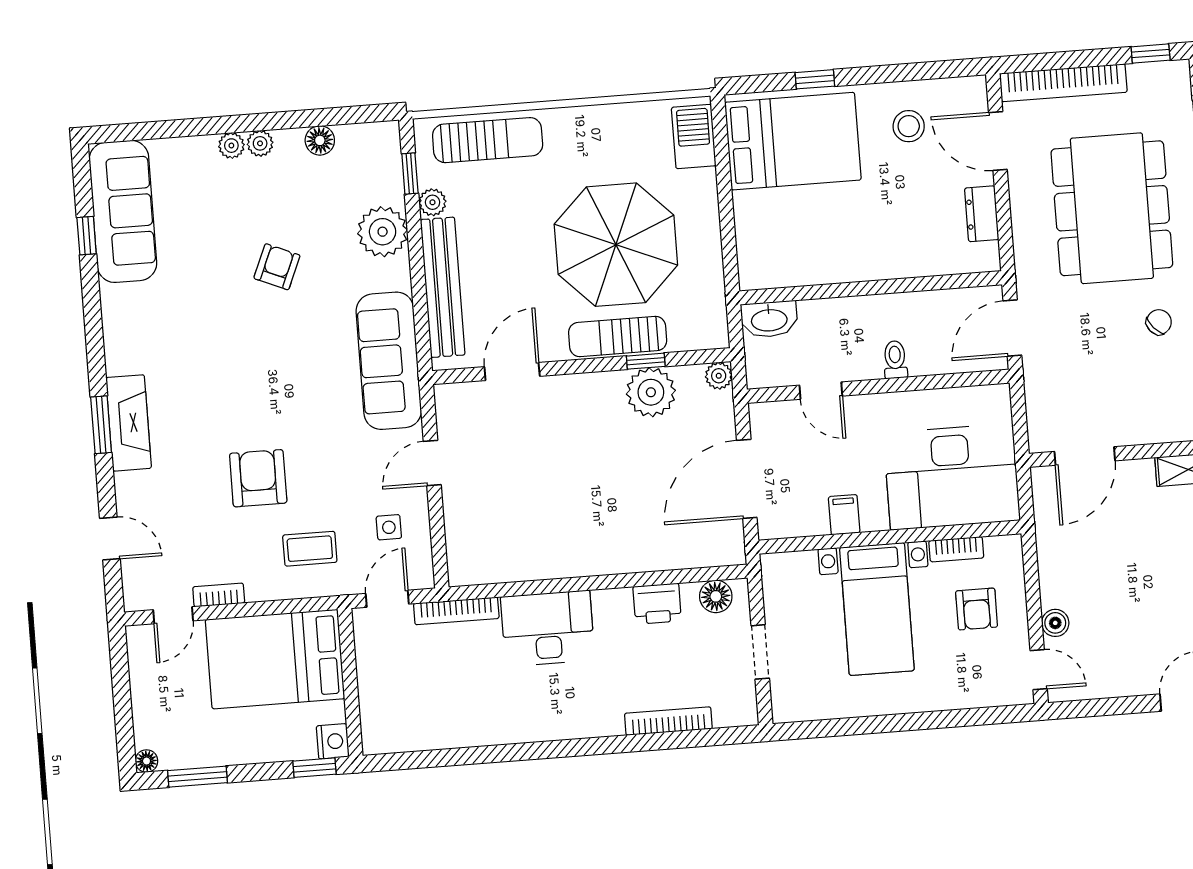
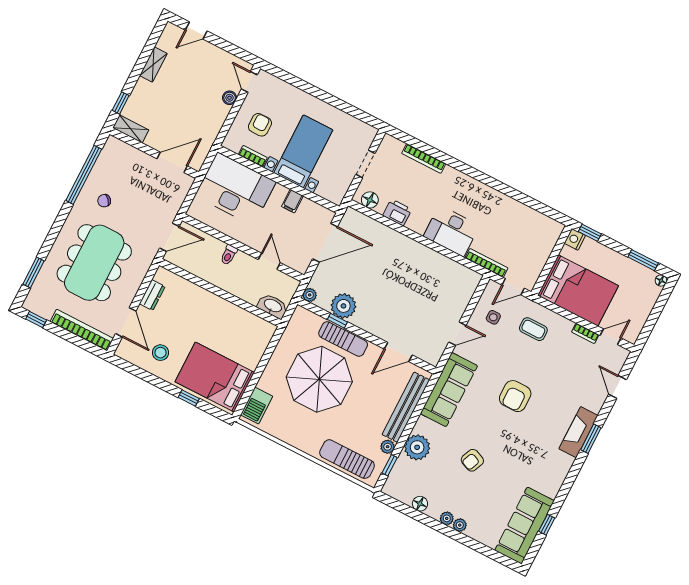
armchair: (258, 478) -> (515, 396), moved

